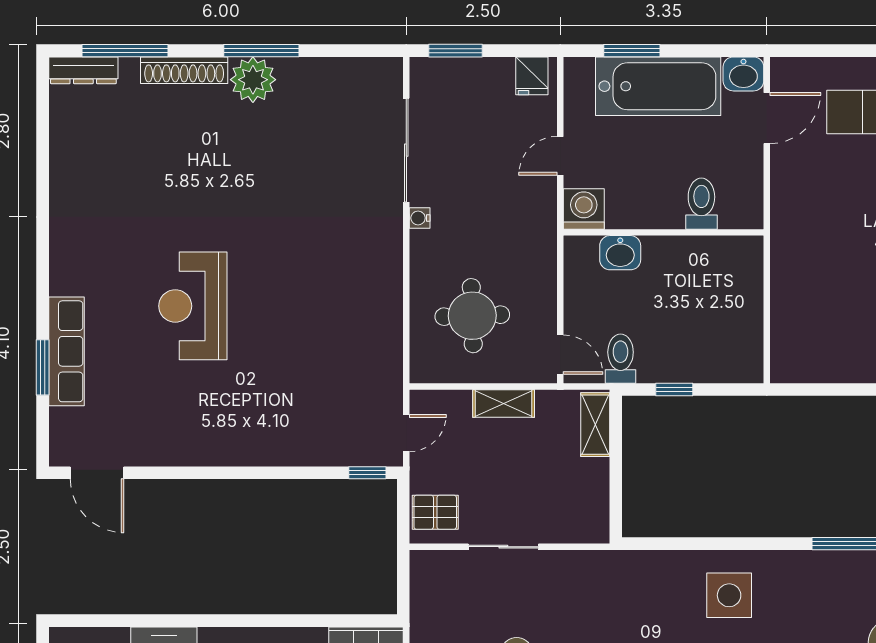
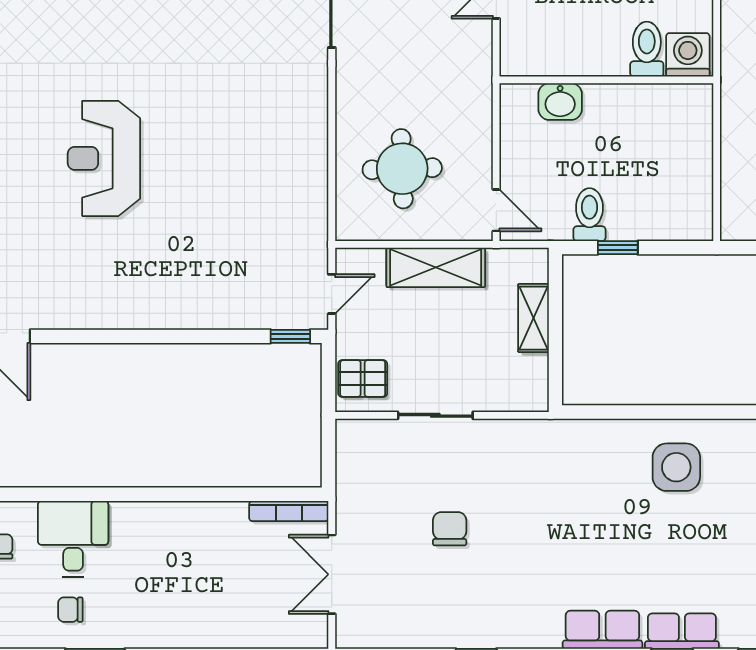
washing machine: (584, 209) -> (688, 55), moved
water cooler: (420, 218) -> (346, 64), removed
toilet: (621, 359) -> (589, 215), moved
shelving: (504, 403) -> (436, 267), width x1.50, depth x1.33
shelving: (595, 425) -> (533, 318), moved

